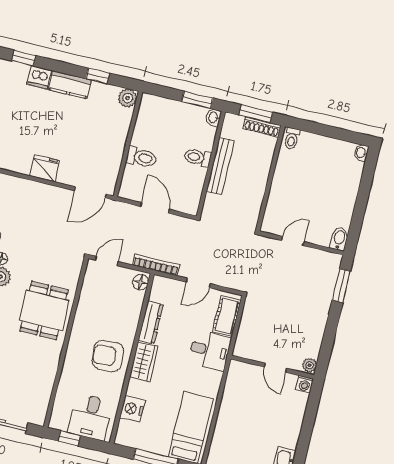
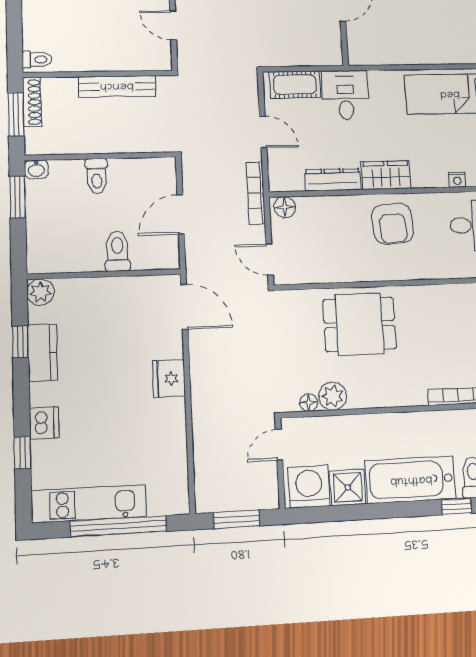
kitchen counter: (70, 85) -> (43, 353), moved
bench: (220, 166) -> (117, 86), moved
nightstand: (132, 409) -> (457, 180), width x0.53, depth x0.56

